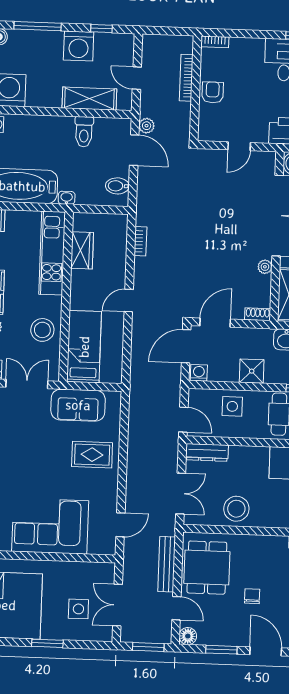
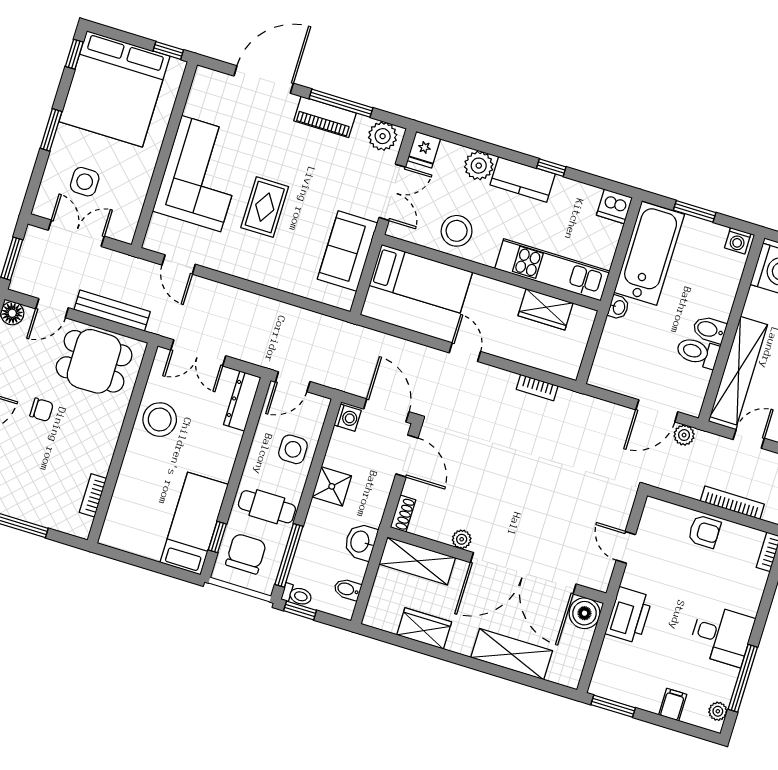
shelving: (89, 99) -> (739, 371), width x1.47
bidet: (117, 186) -> (709, 330), moved, turned -90
rug: (92, 455) -> (265, 207), moved

